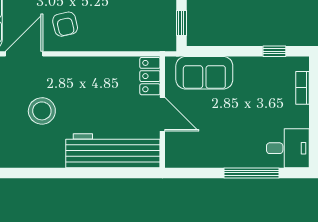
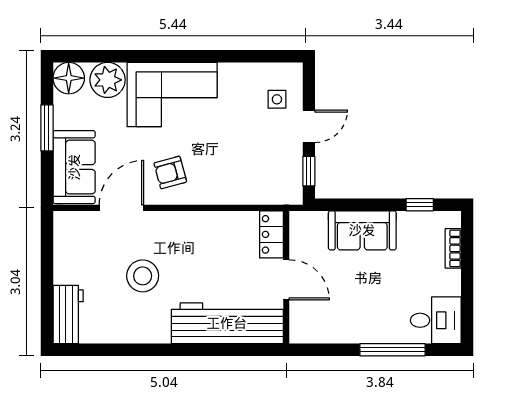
armchair: (65, 24) -> (170, 172), turned 88
sofa: (204, 73) -> (362, 230), moved

